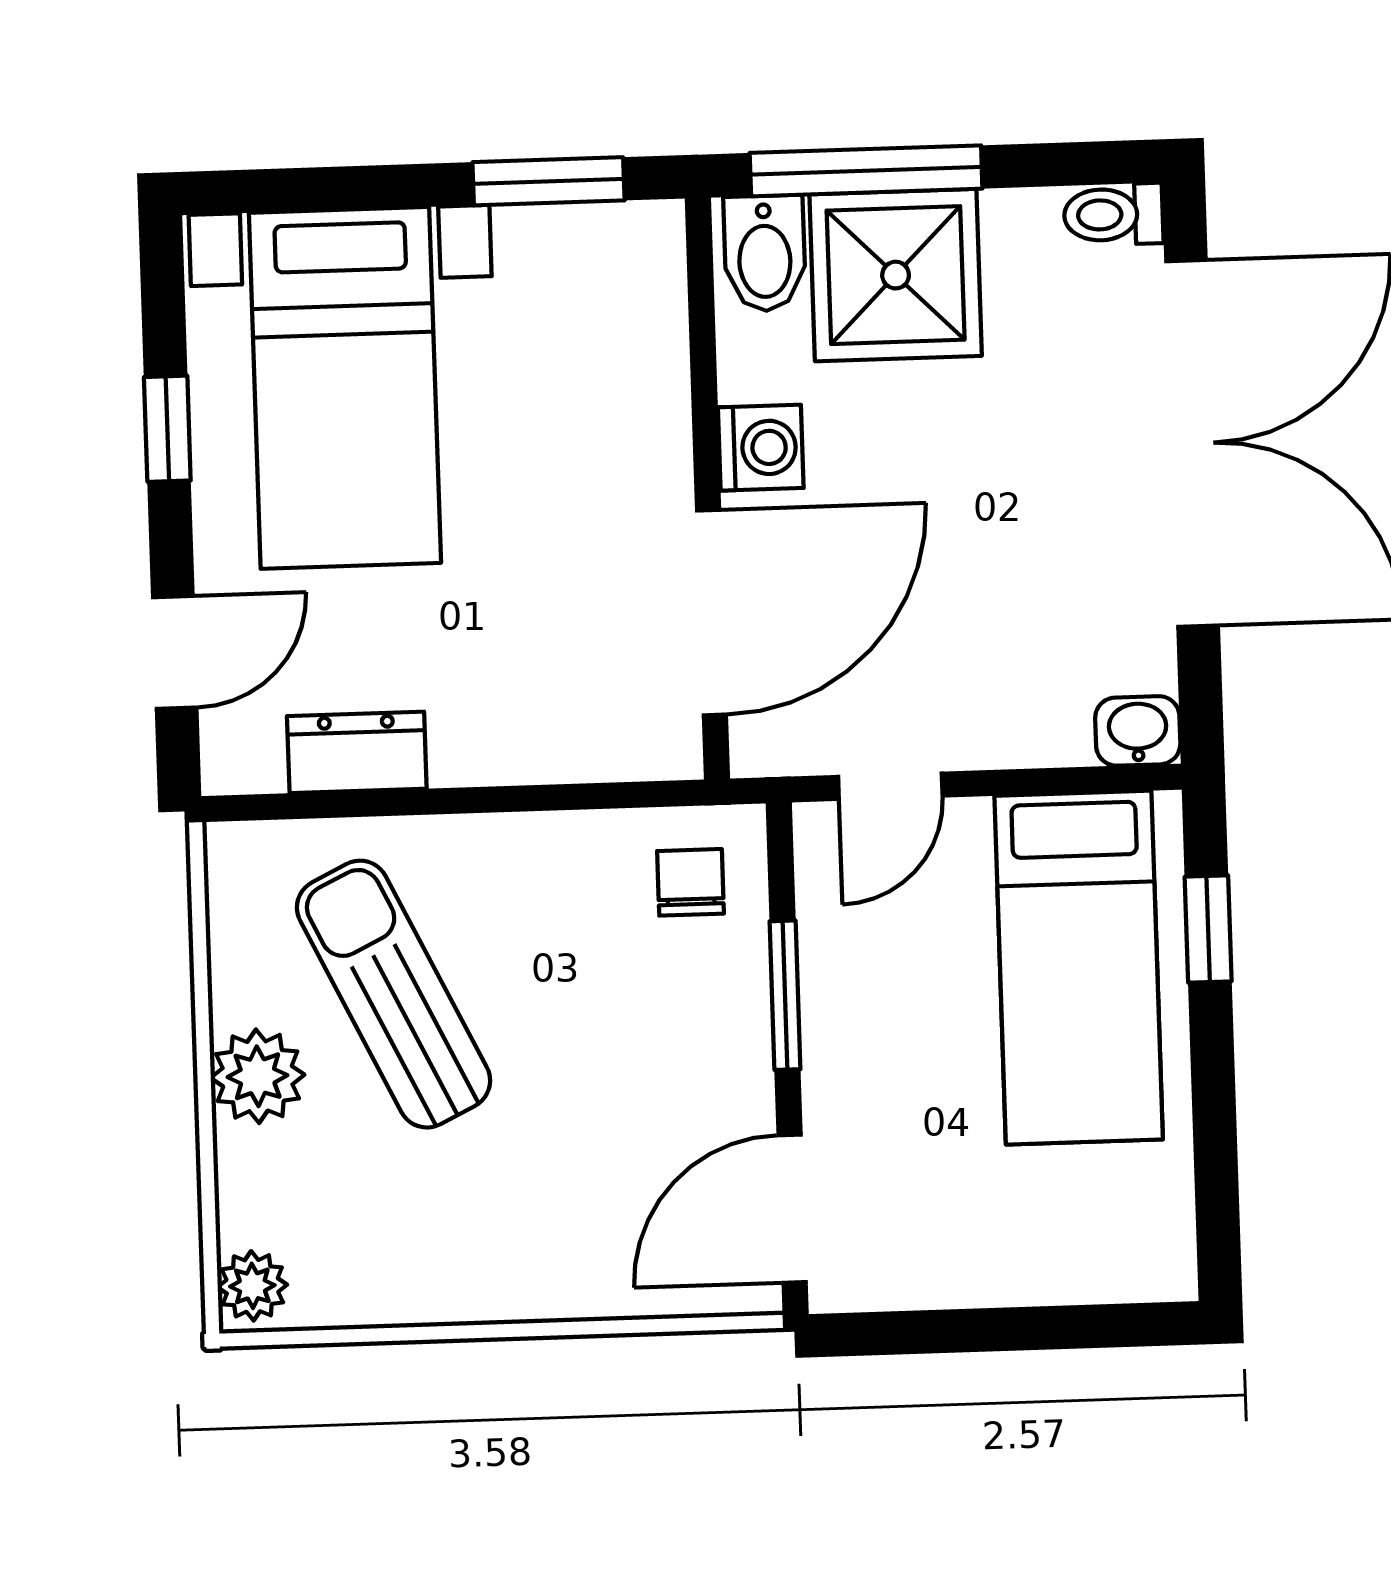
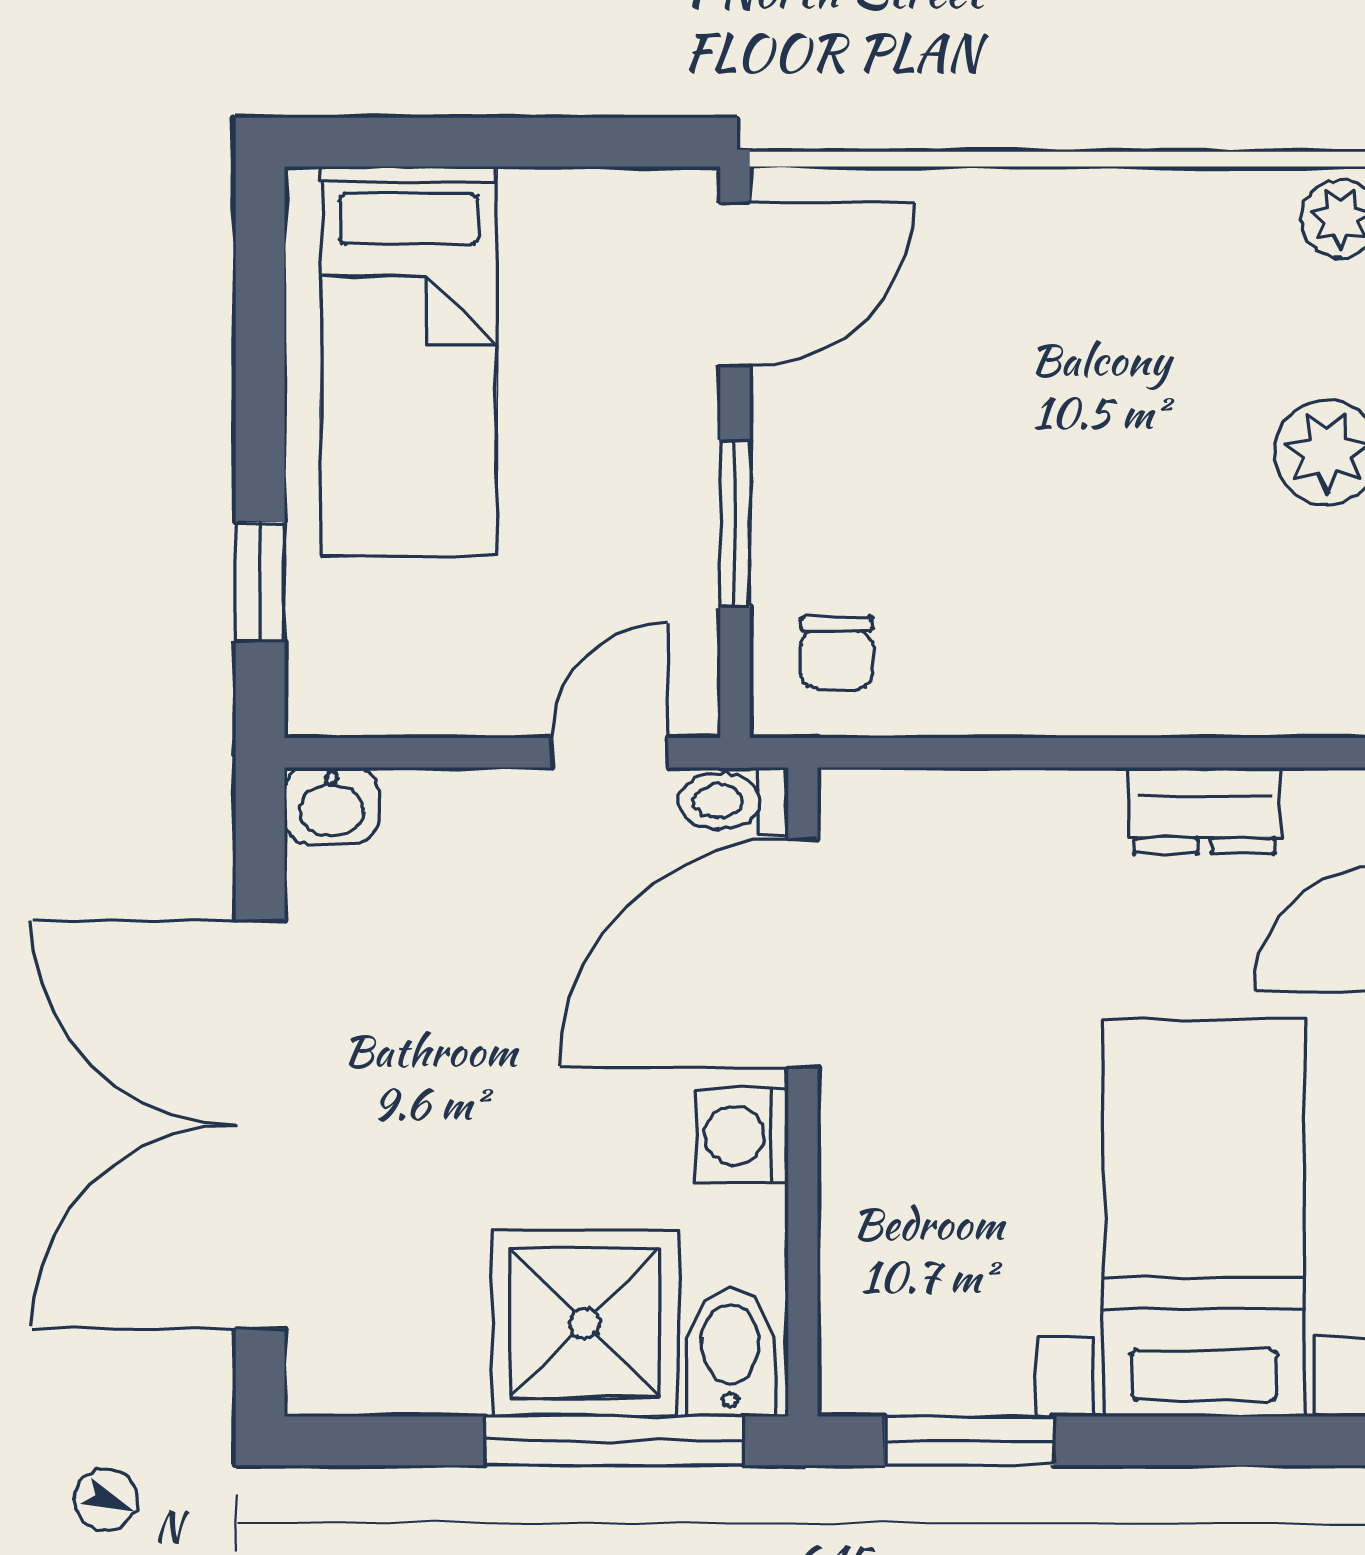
toilet: (1114, 214) -> (733, 801), moved, turned 180
bed: (1079, 968) -> (409, 361), moved, turned 180
sun lounger: (394, 994) -> (1172, 539), removed

